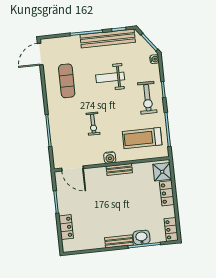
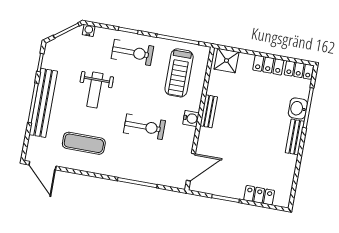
bench: (108, 38) -> (43, 103), moved
exercise bike: (93, 124) -> (145, 127), width x1.38, depth x1.39
locker: (167, 193) -> (268, 65), moved

